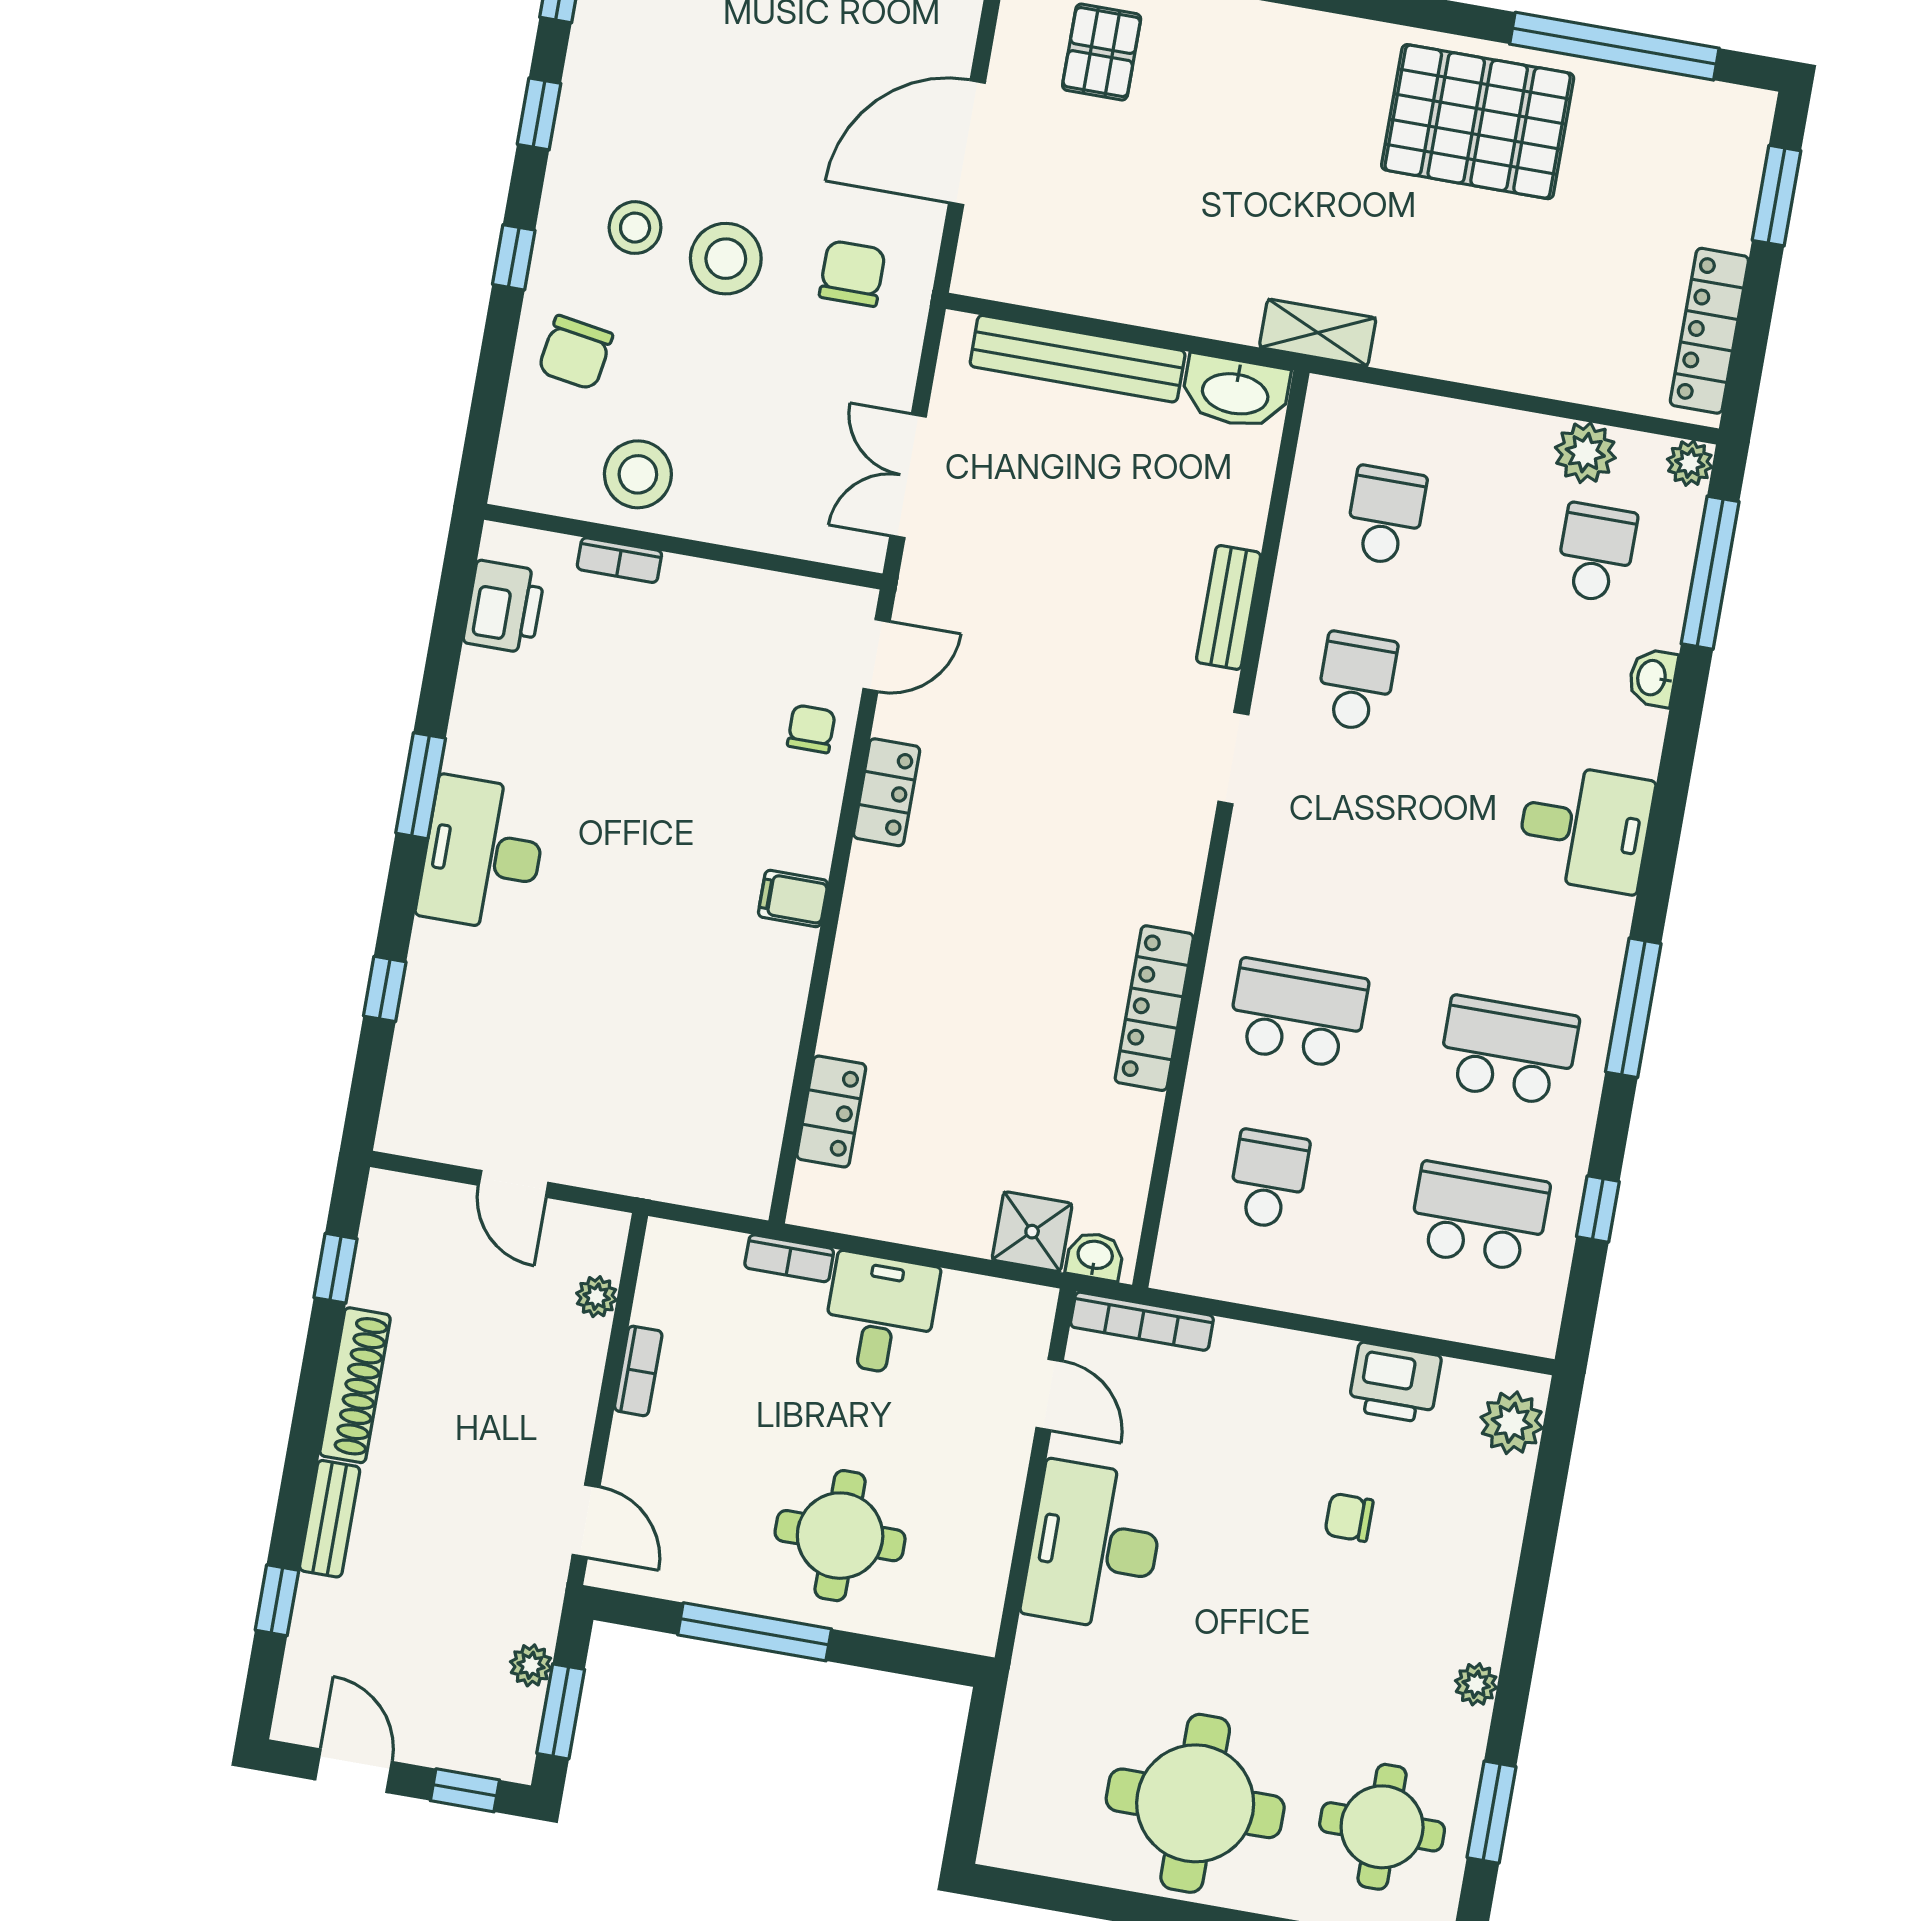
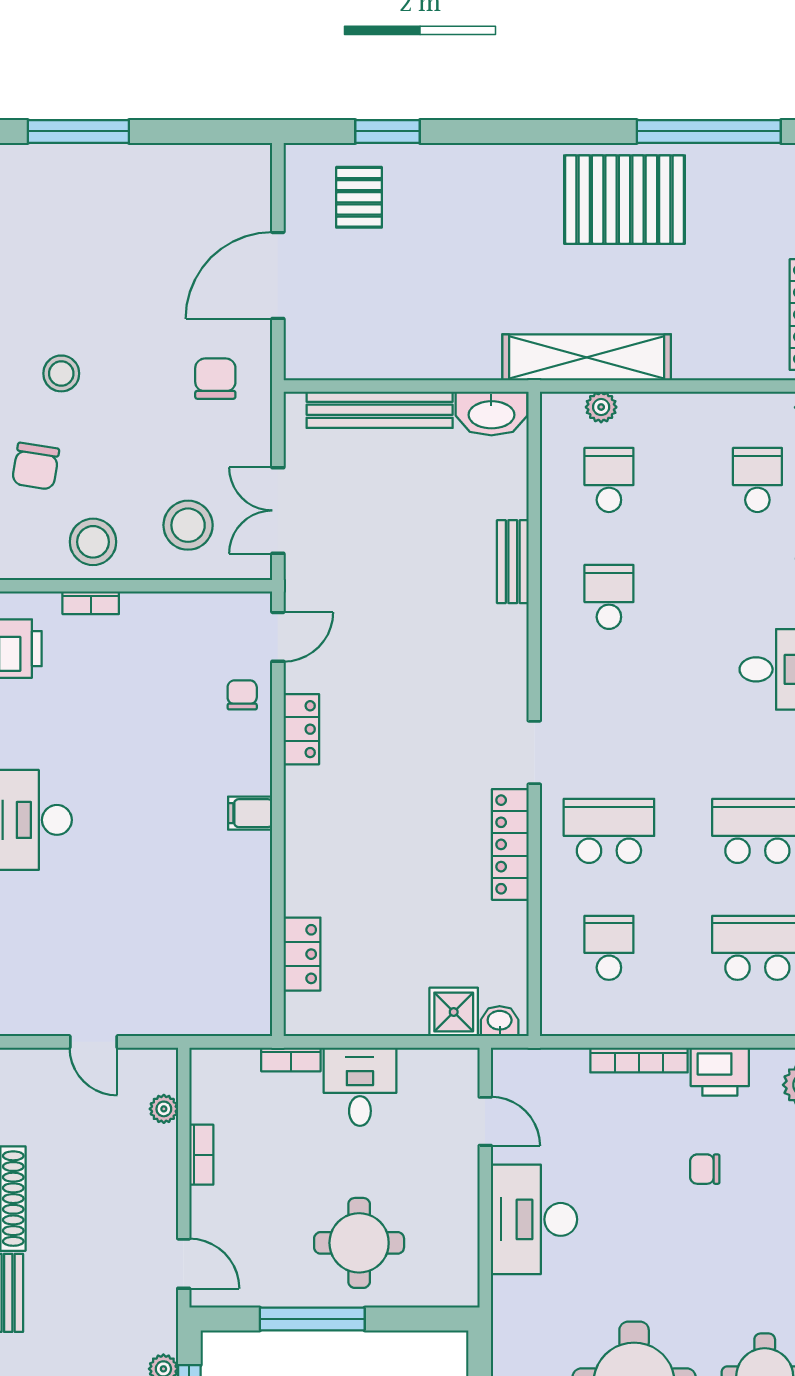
stool: (726, 259) -> (188, 525), moved
shelving: (1318, 333) -> (587, 357), width x2.20, depth x1.33
plant: (1585, 453) -> (601, 407), moved, width x0.73, depth x0.73
doorway: (1233, 758) -> (534, 753), moved
bookcase: (1142, 1321) -> (639, 1060), moved

